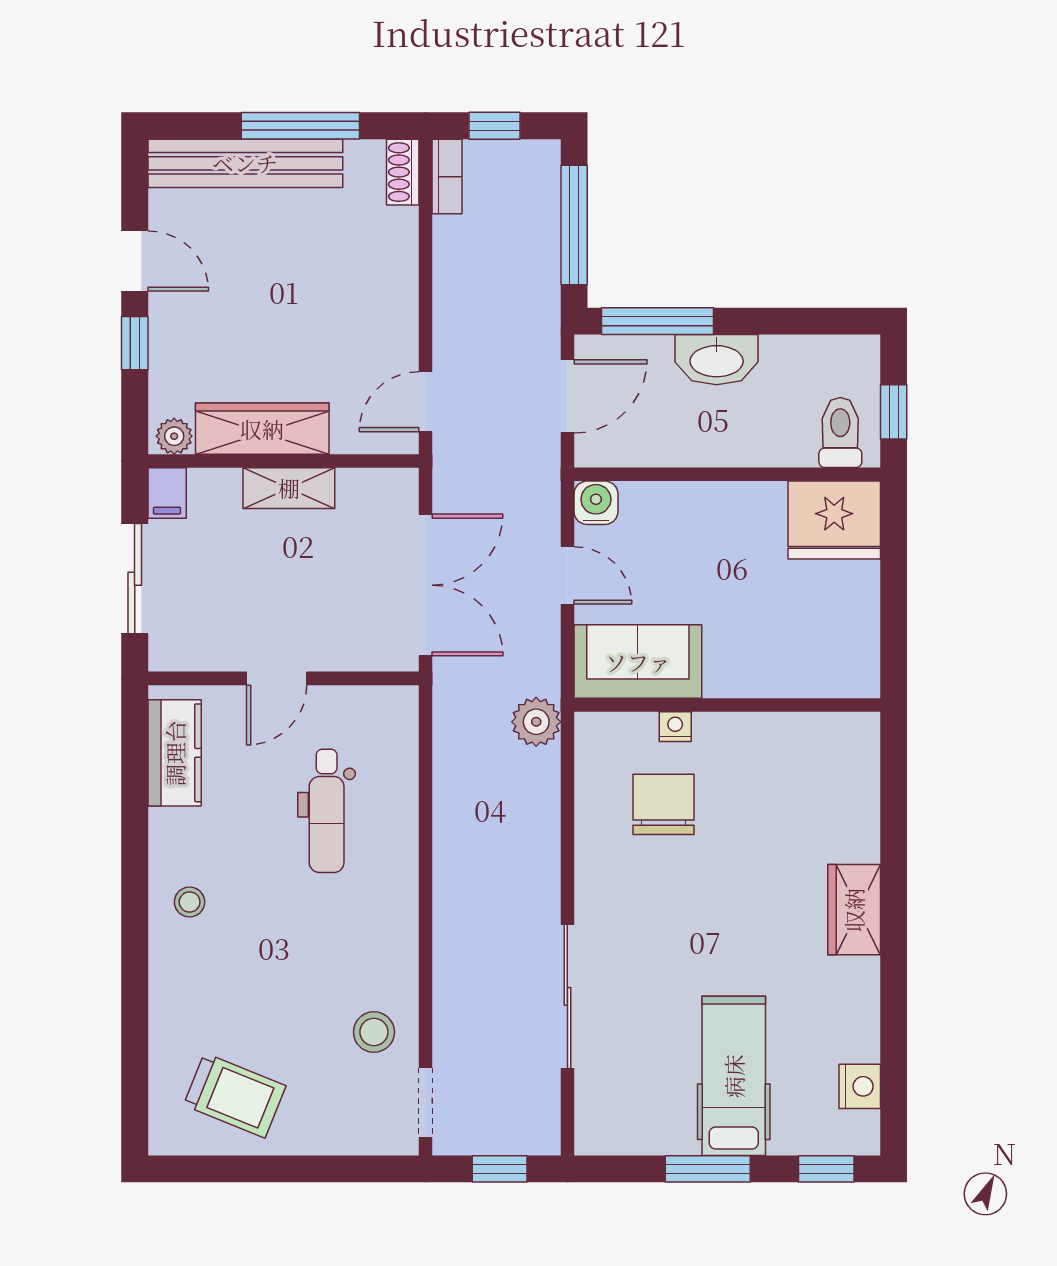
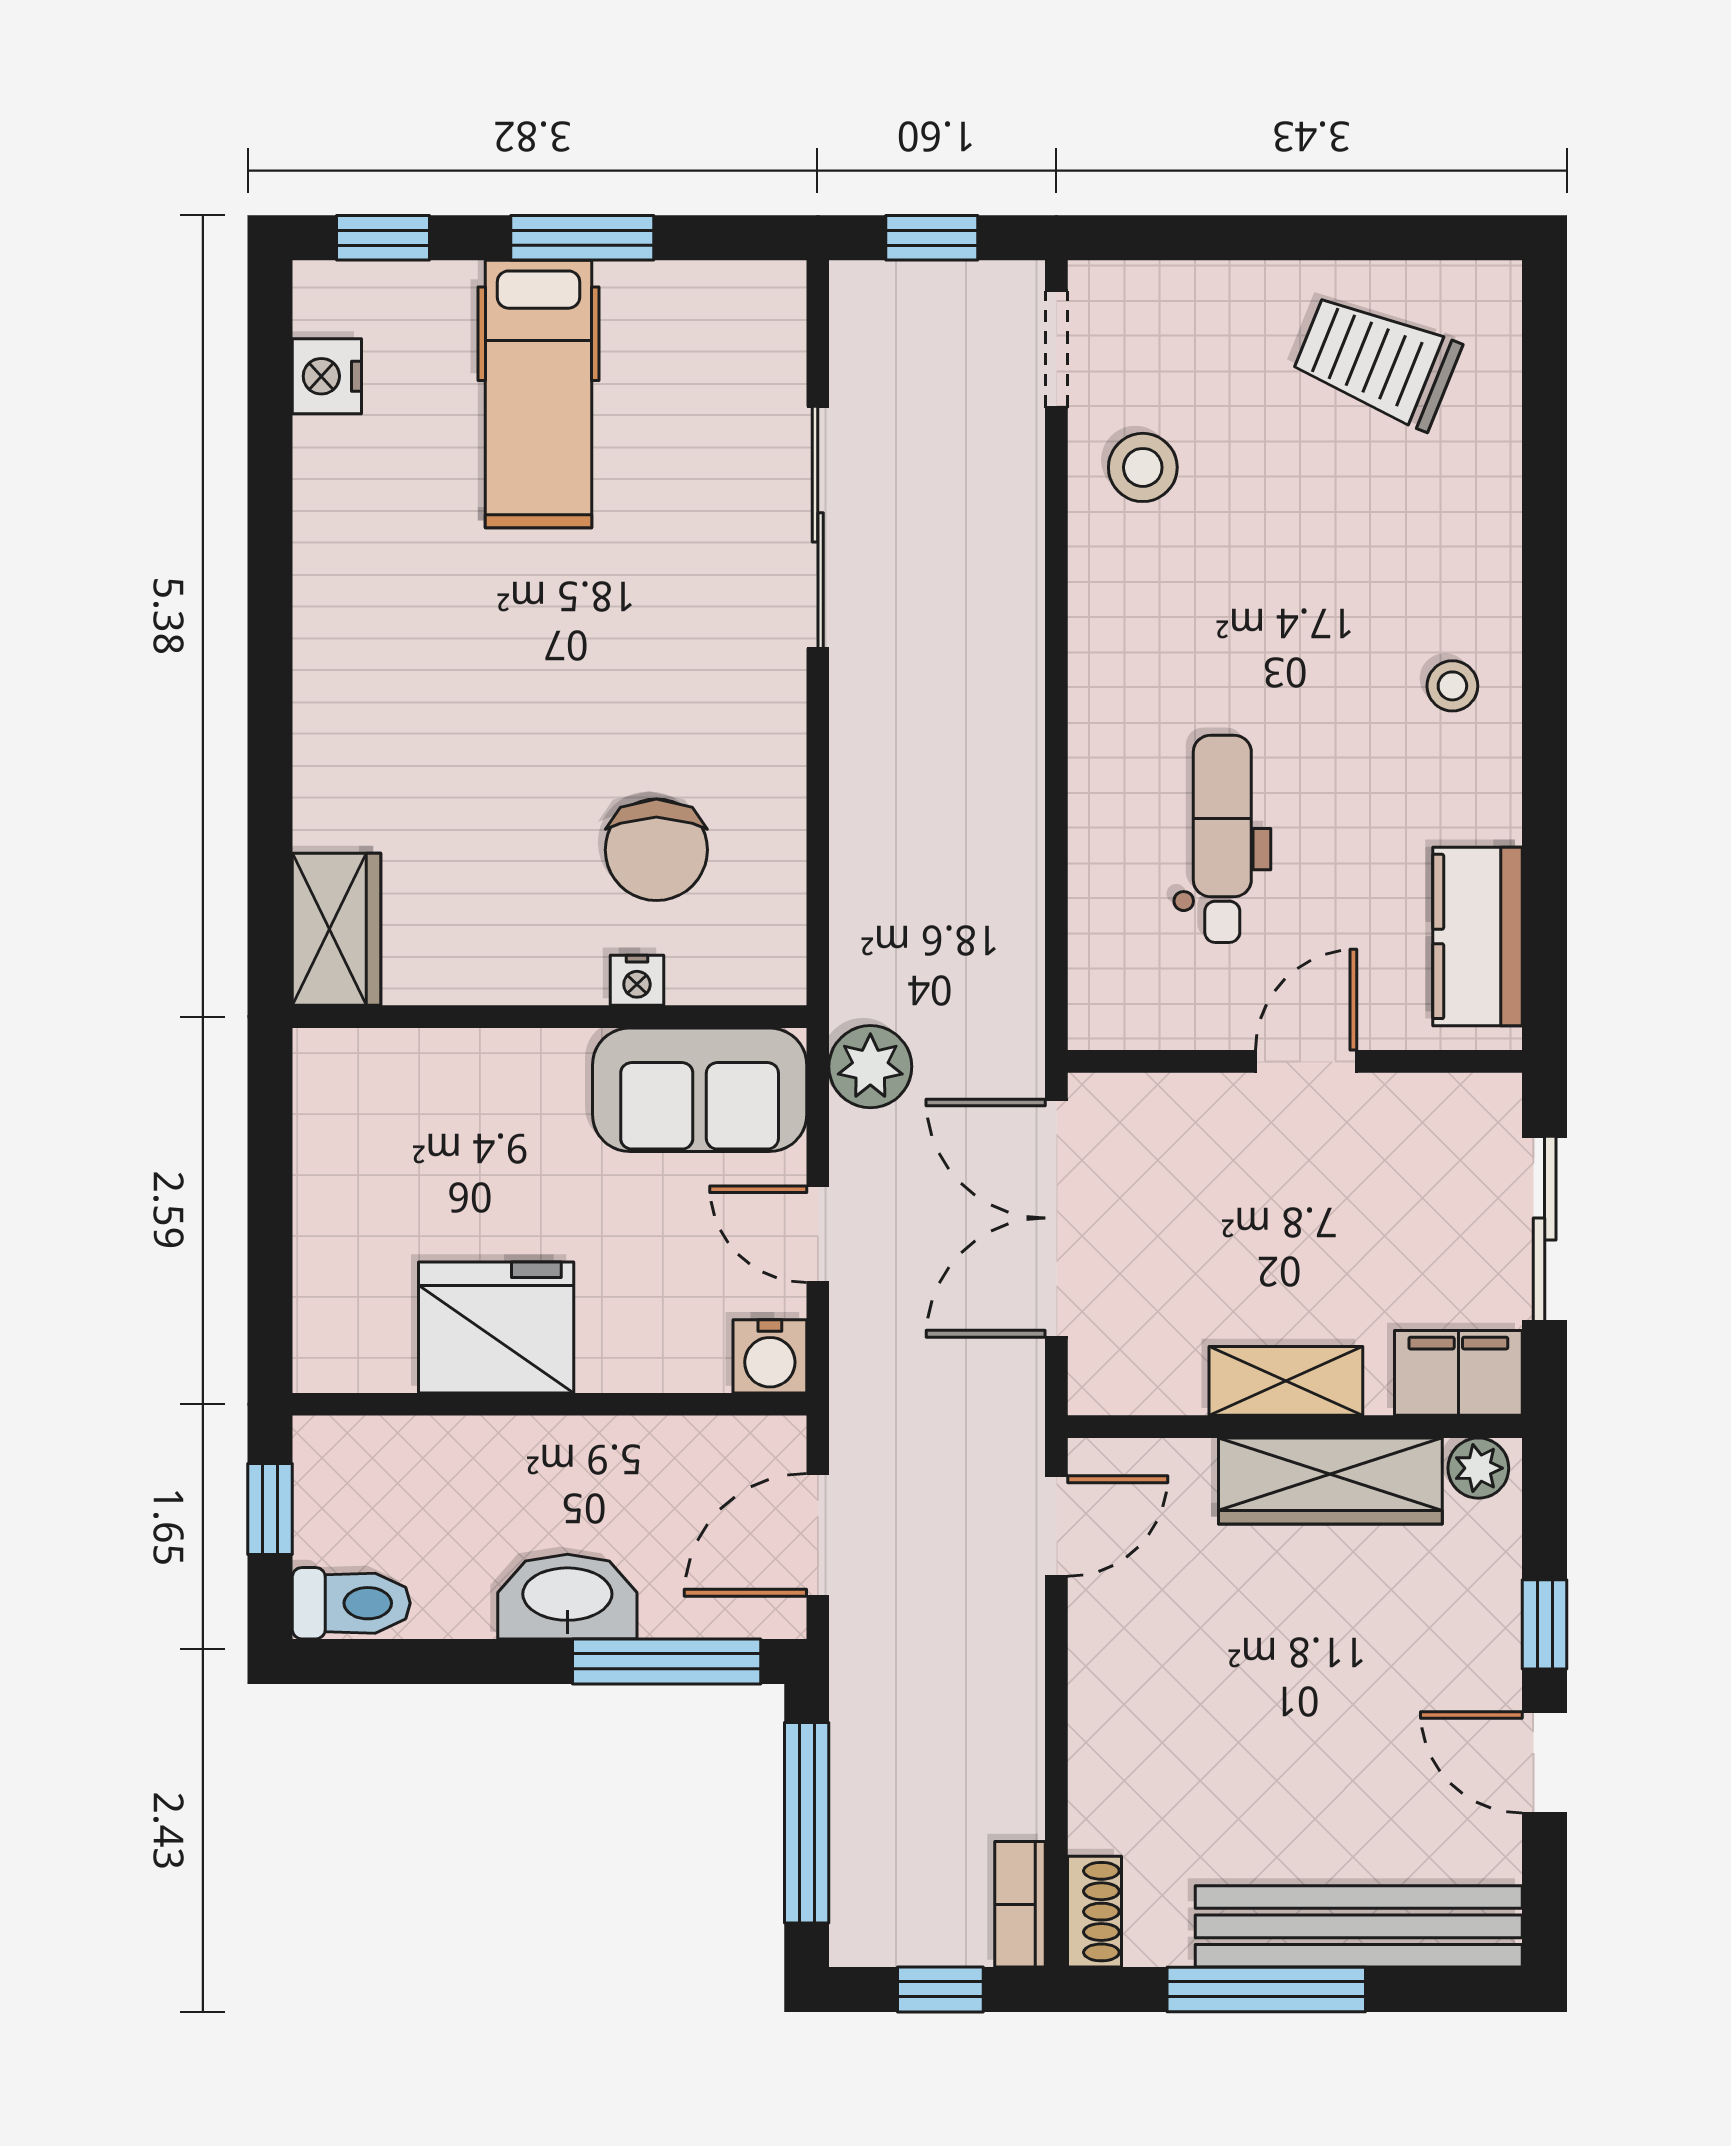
toilet: (840, 432) -> (351, 1603), moved, turned -90
filing cabinet: (167, 493) -> (1458, 1373), width x2.00
fridge: (834, 520) -> (496, 1327), moved
plant: (536, 722) -> (870, 1067), moved
wardrobe: (854, 910) -> (336, 929), moved

